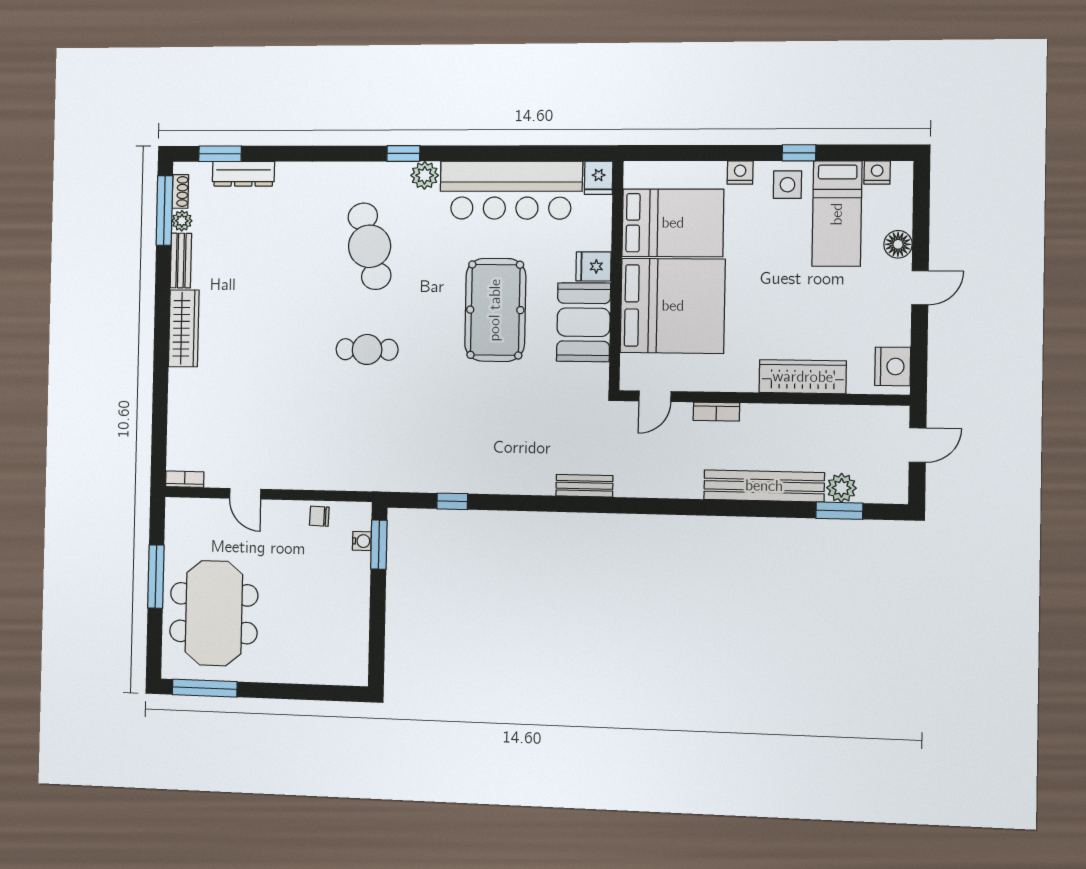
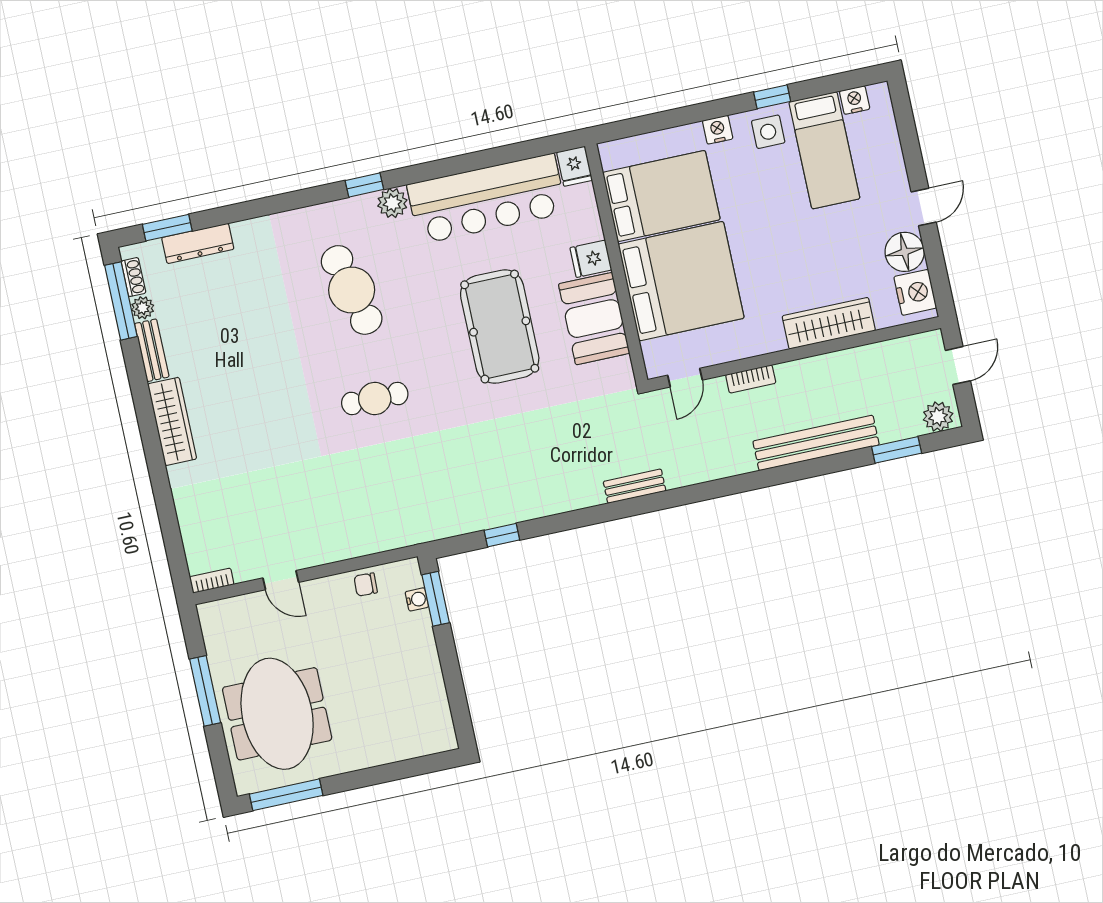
floor lamp: (898, 244) -> (905, 252), moved, width x1.38, depth x1.38
plant: (841, 488) -> (938, 417), moved

